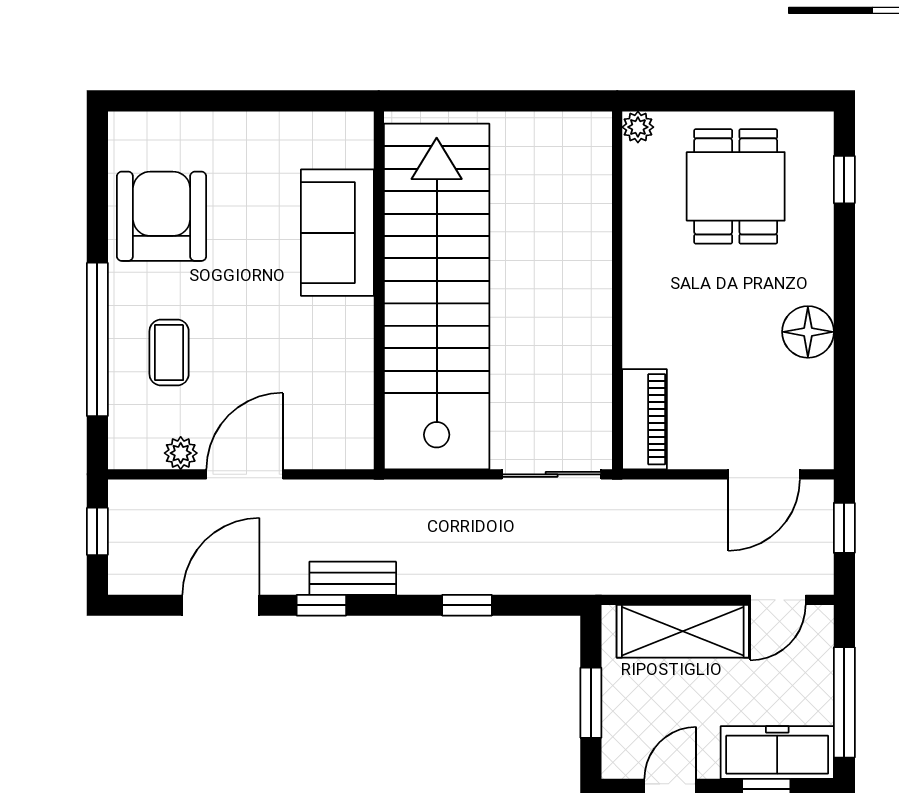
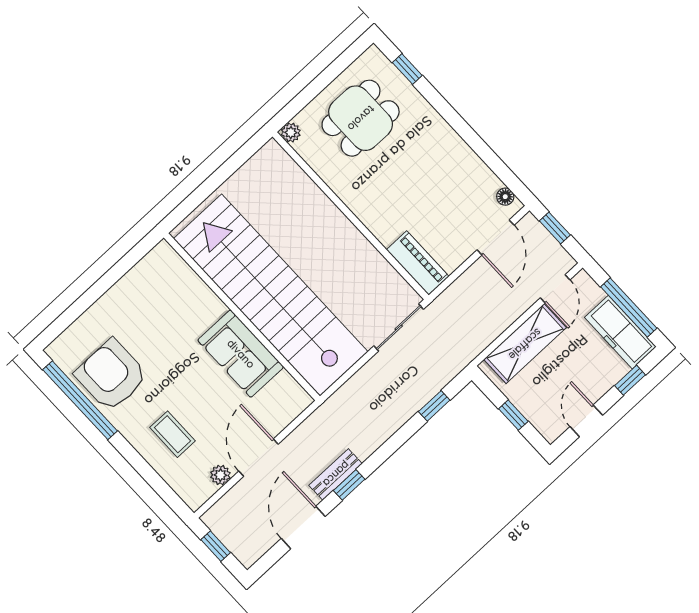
dining table: (736, 186) -> (361, 118), turned 90
sofa: (337, 233) -> (241, 354), moved
floor lamp: (808, 332) -> (505, 197), moved, width x0.53, depth x0.53
window: (97, 339) -> (80, 400), moved
bench: (353, 578) -> (336, 474), moved
window: (467, 605) -> (434, 406), moved
window: (591, 703) -> (513, 415), width x0.67
freezer: (777, 752) -> (620, 332), moved, turned -90

